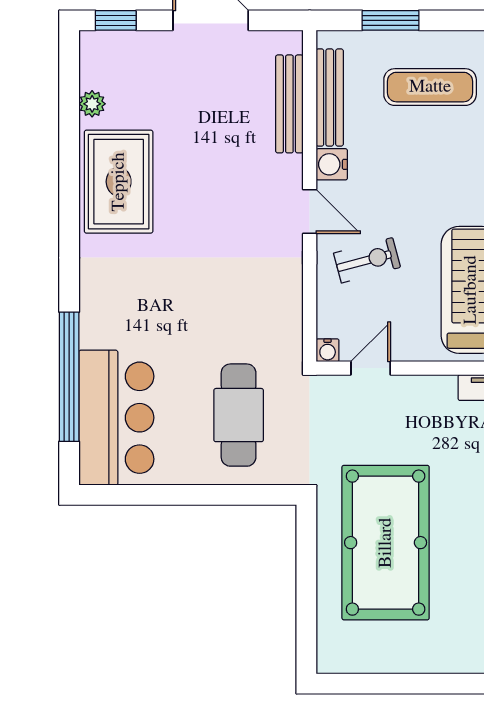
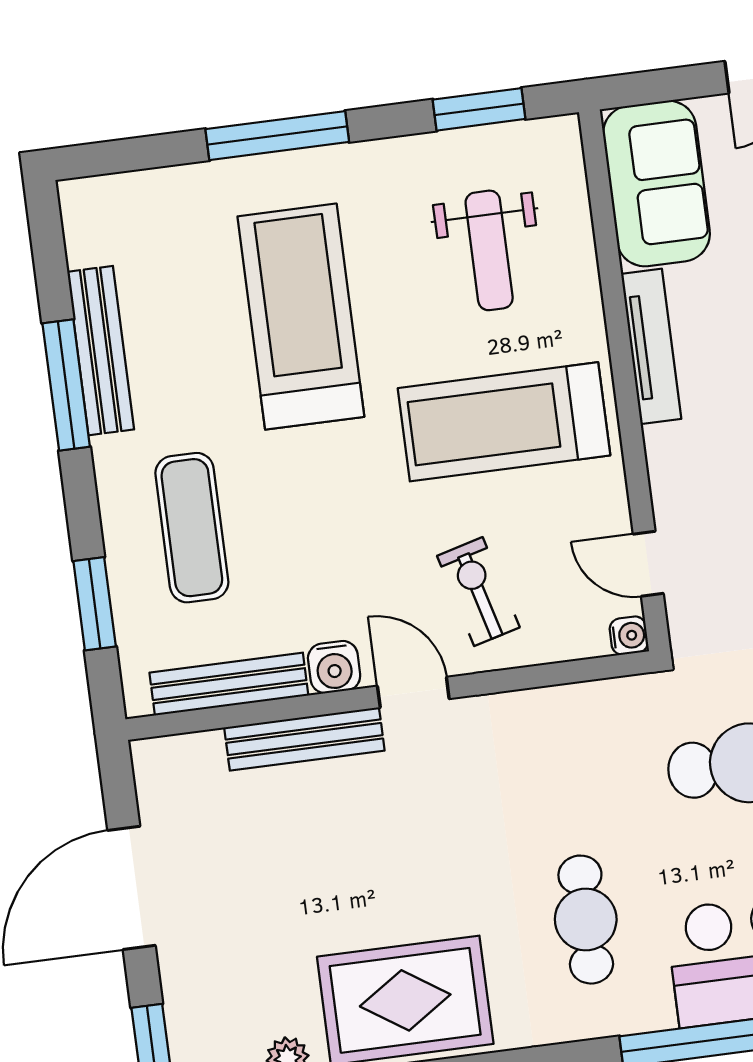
bench: (289, 104) -> (304, 739), moved
door: (310, 212) -> (413, 692), hinge flipped
cafe table: (154, 301) -> (586, 920), added

